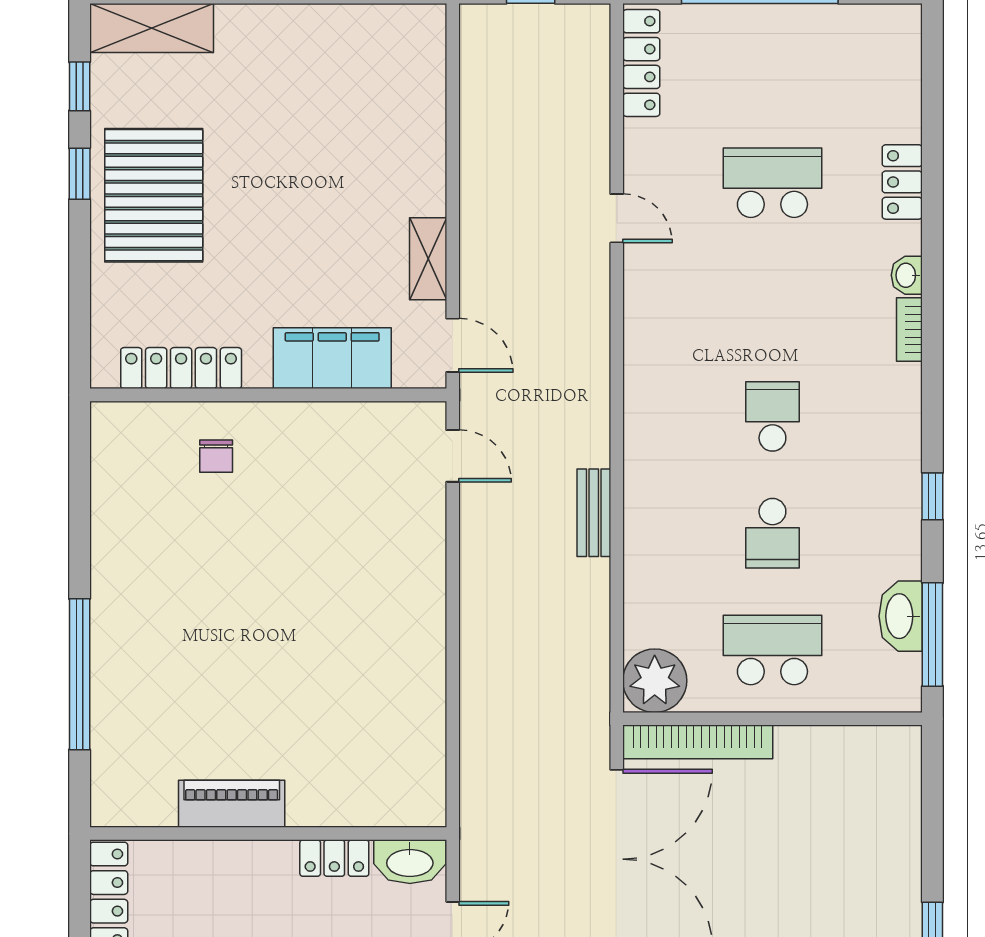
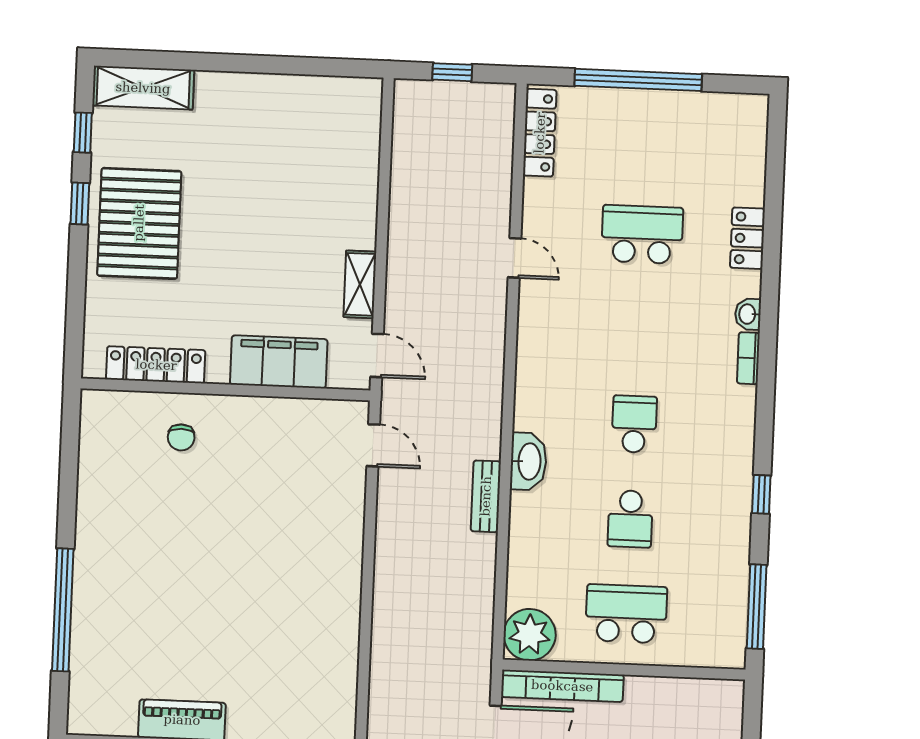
washbasin: (901, 616) -> (528, 461), moved, turned 180

